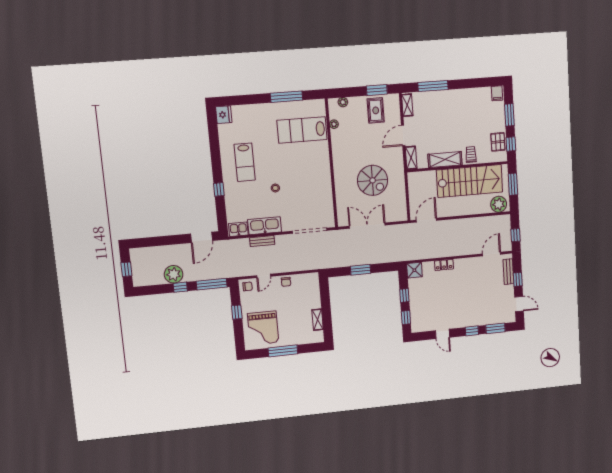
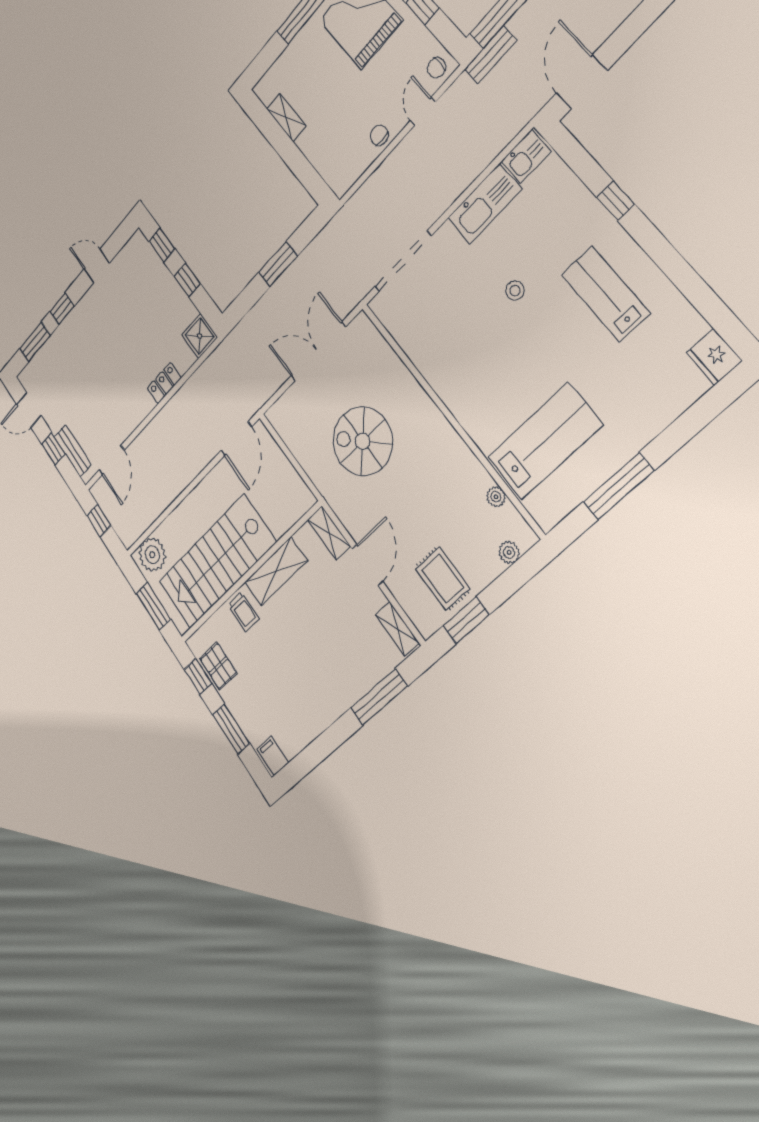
double door: (367, 226) -> (318, 351), swing flipped
bench: (262, 241) -> (491, 55), moved

